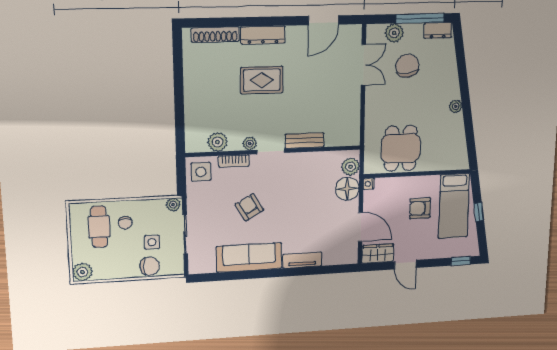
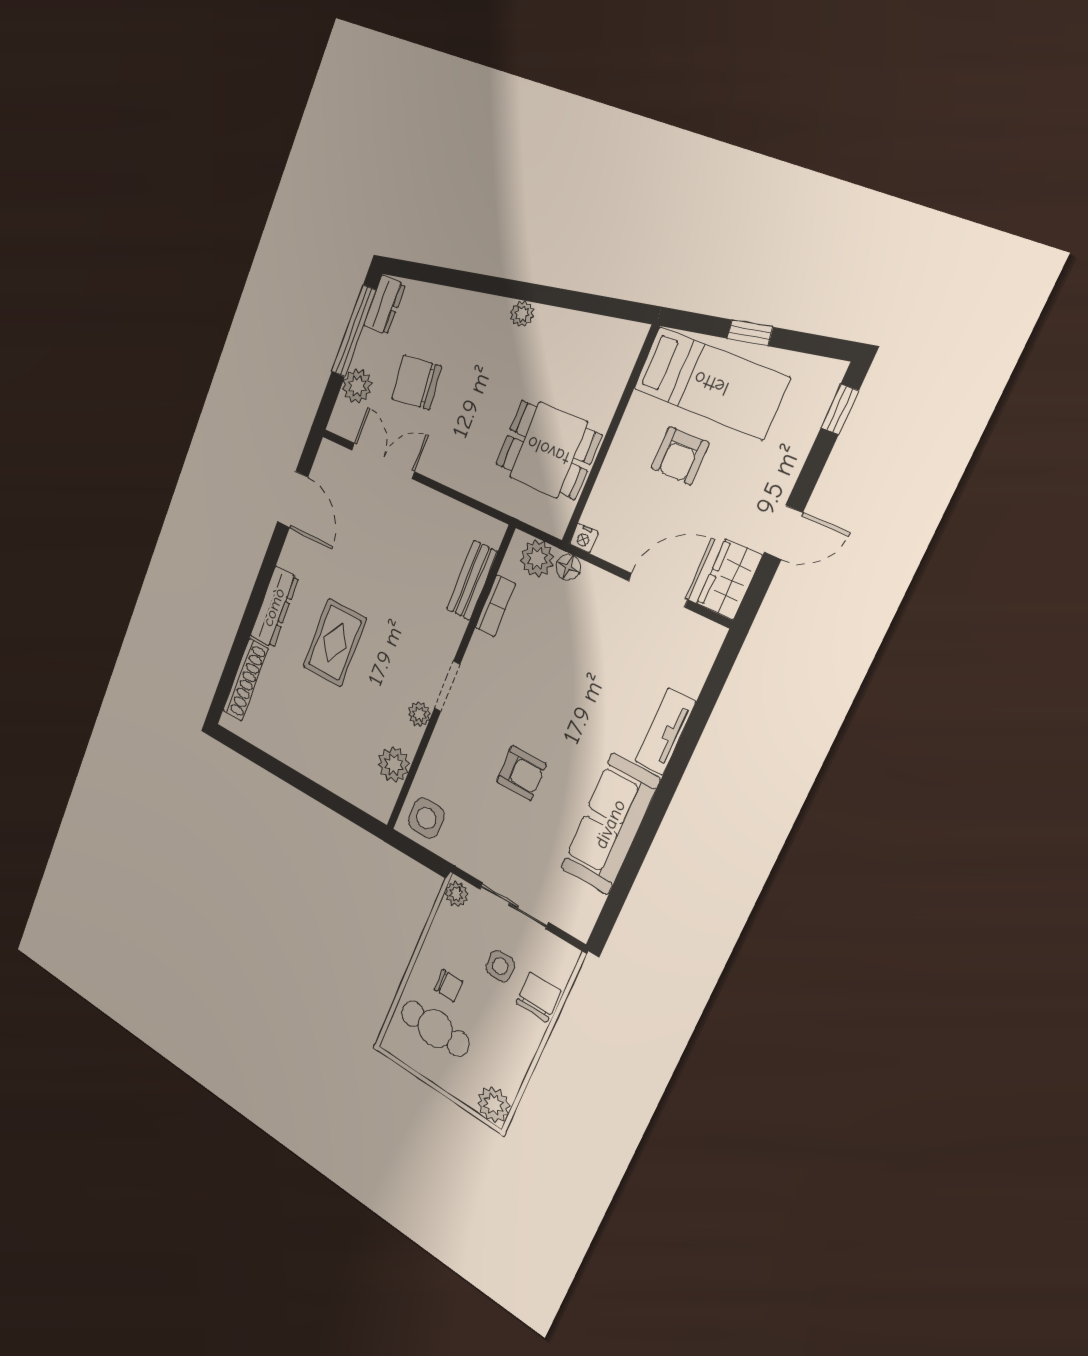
bench: (304, 141) -> (472, 580), moved
bookcase: (234, 161) -> (495, 606), moved
floor lamp: (347, 189) -> (568, 567), width x0.53, depth x0.53
armchair: (249, 207) -> (521, 773), turned -150

